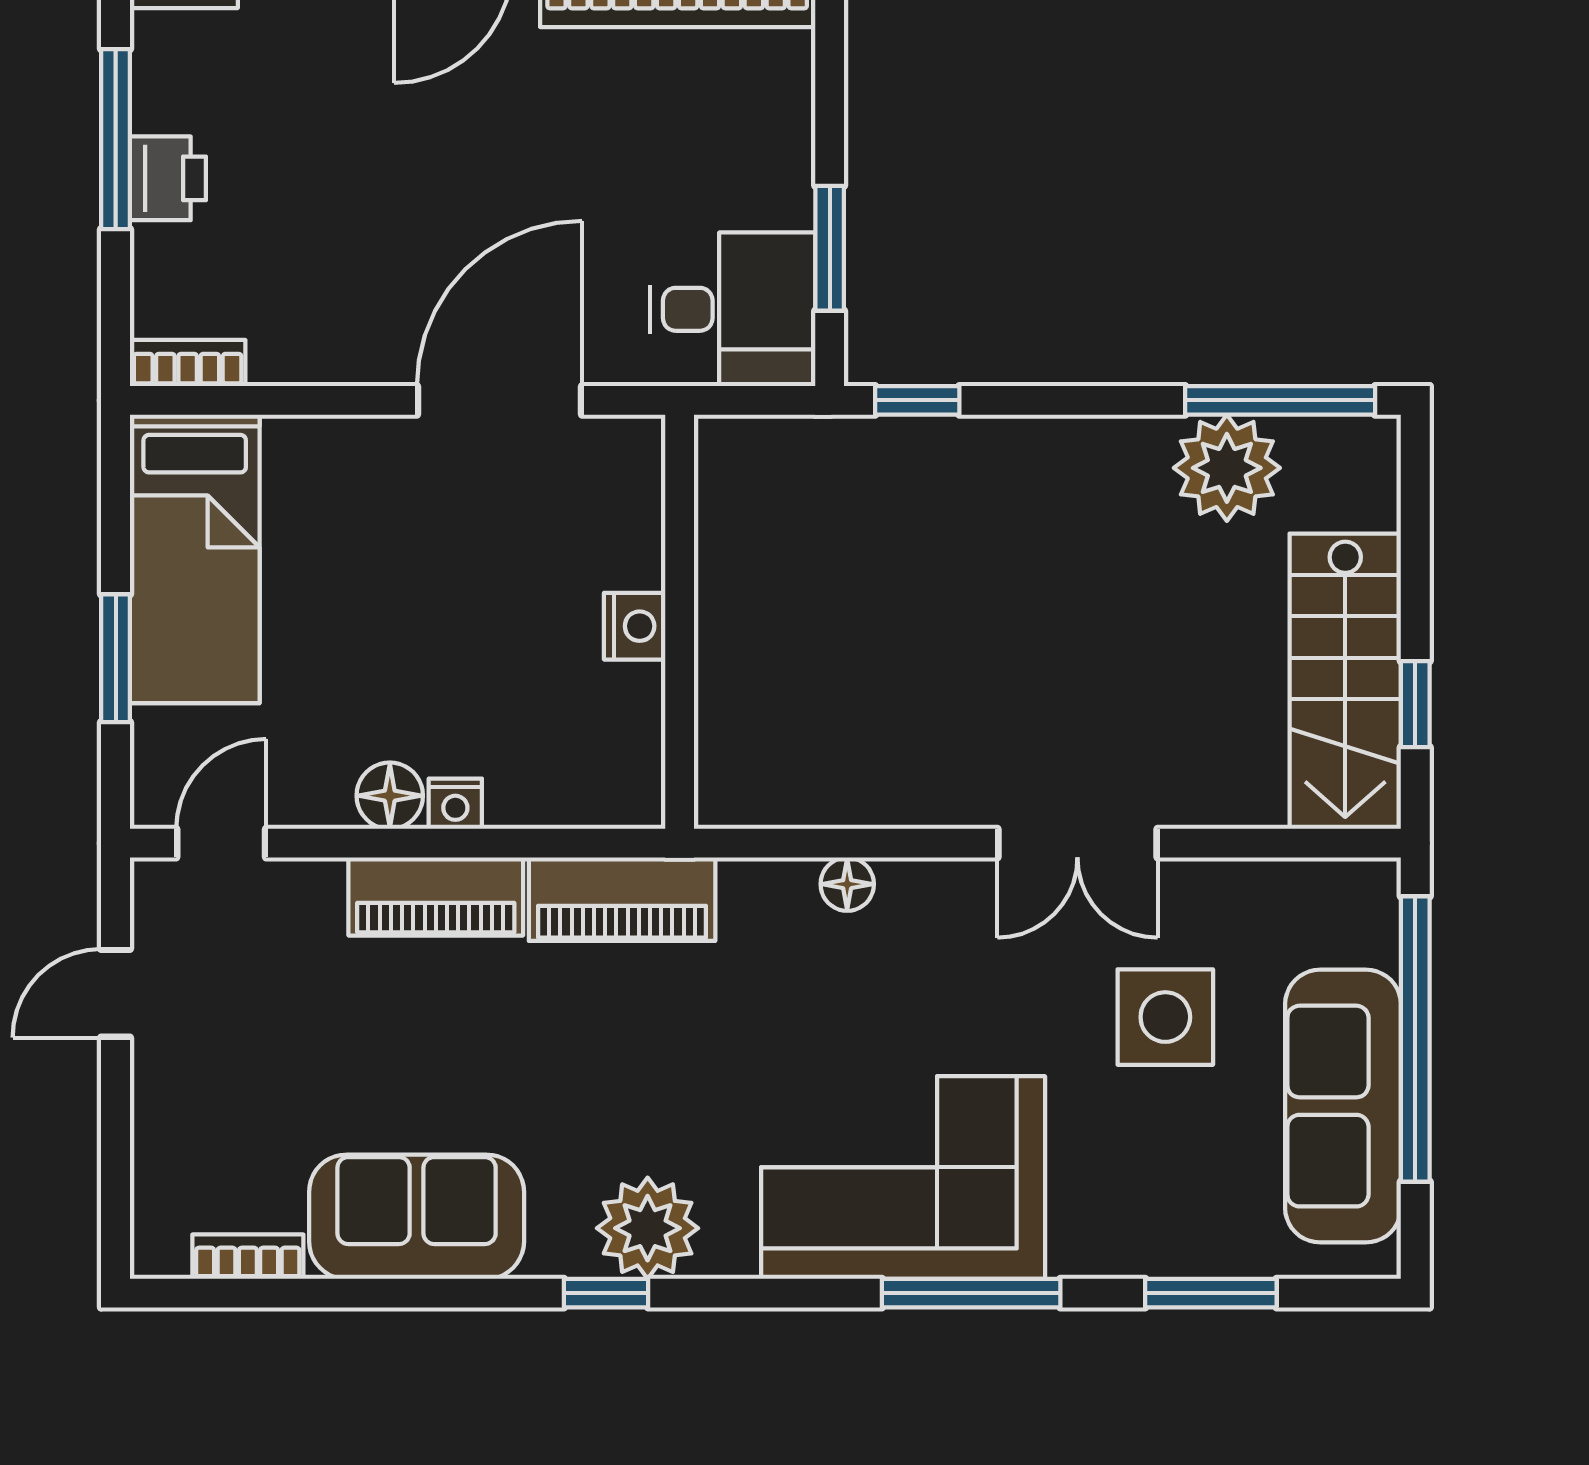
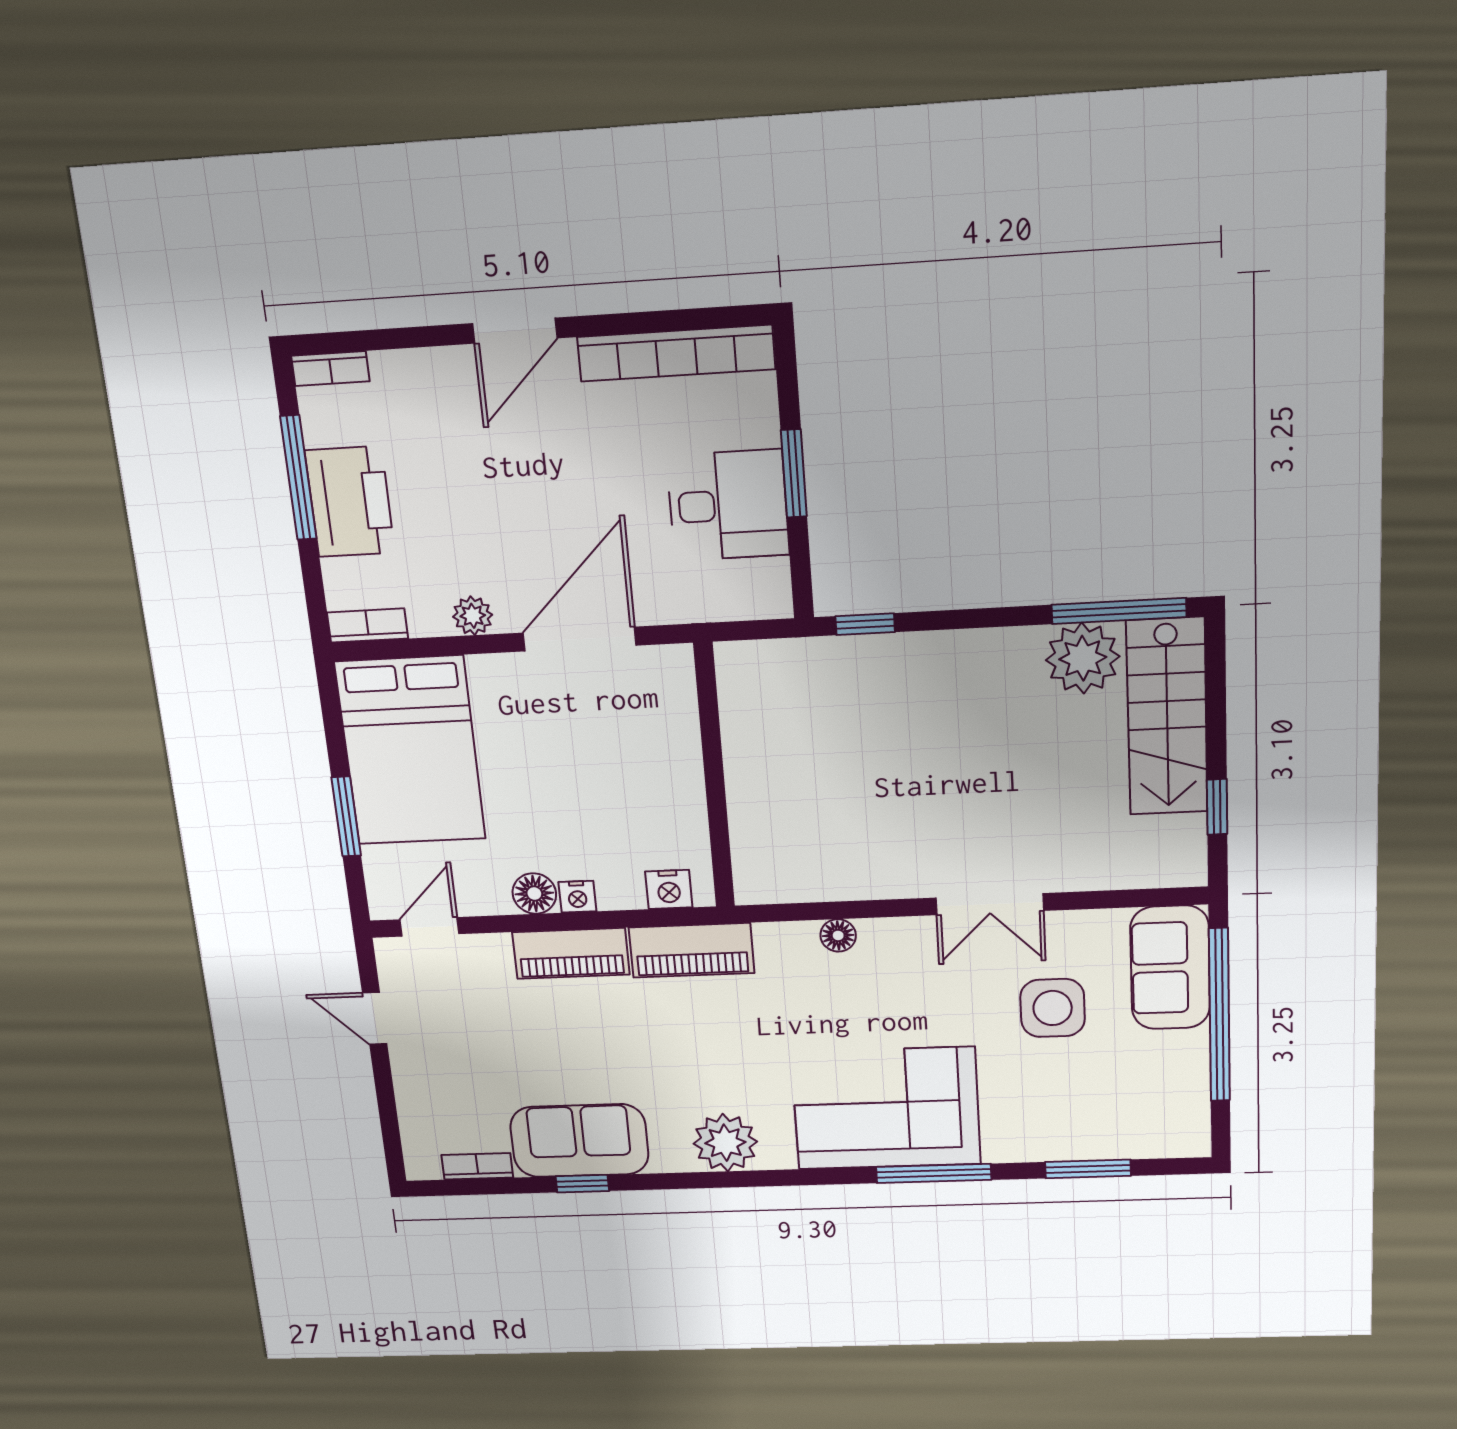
printer: (168, 178) -> (350, 502), width x1.87, depth x1.48
window: (830, 248) -> (794, 473), moved
desk: (732, 309) -> (728, 505), moved
plant: (346, 357) -> (473, 616), added
bed: (195, 559) -> (410, 751), width x1.50
nightstand: (635, 626) -> (669, 889), moved, turned 90
stairs: (1345, 681) -> (1167, 717), moved
door: (116, 993) -> (375, 1018), hinge flipped
sofa: (1343, 1106) -> (1170, 968), moved, width x0.73
window: (606, 1293) -> (582, 1184), moved

